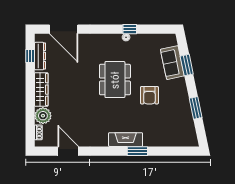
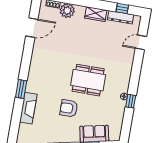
door: (64, 29) -> (141, 42), width x0.53
wardrobe: (41, 90) -> (96, 14), width x0.67
fireplace: (126, 140) -> (28, 108), moved

